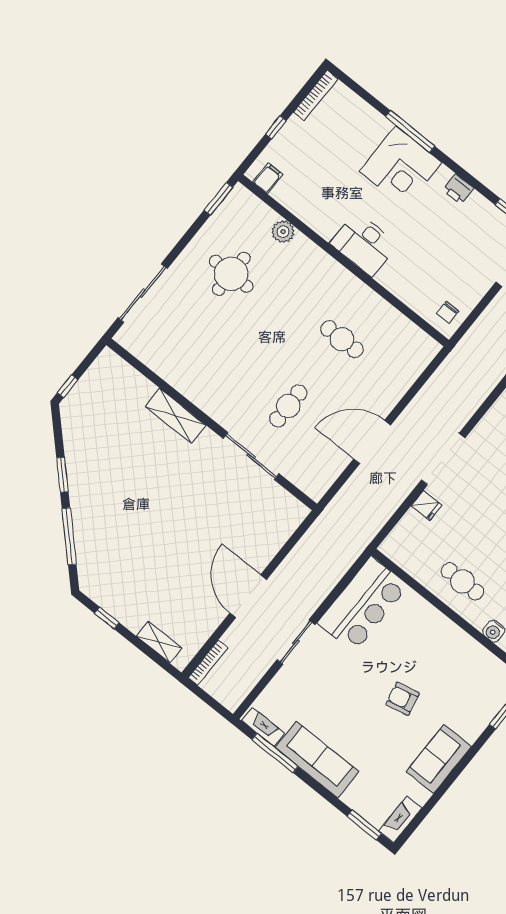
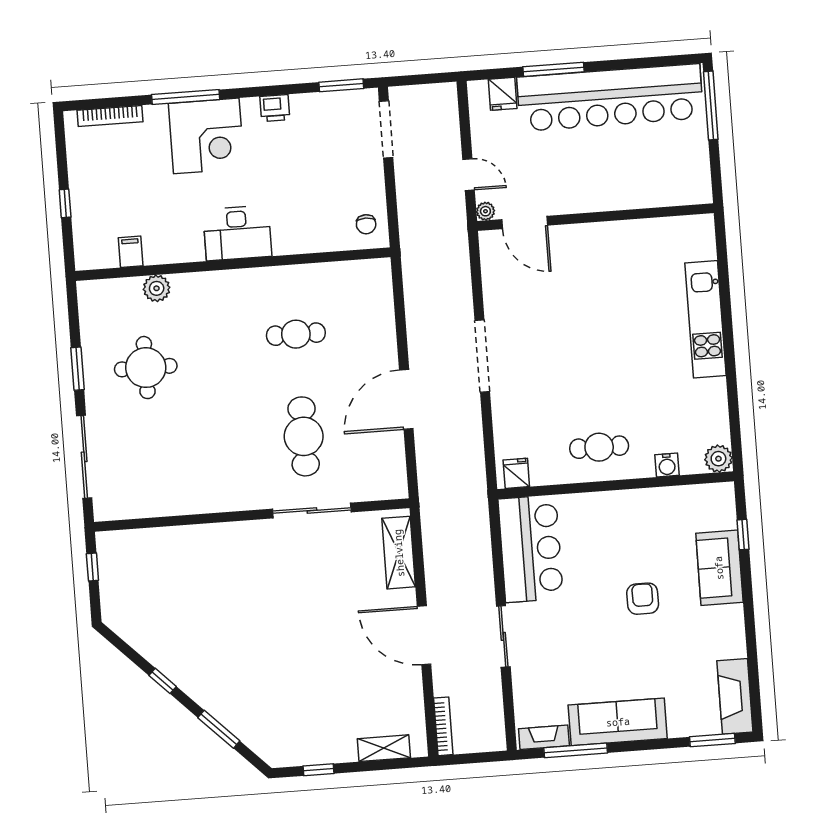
bookcase: (316, 95) -> (110, 116), moved, turned 90
filing cabinet: (268, 178) -> (131, 252), moved
window: (218, 199) -> (77, 369), moved
window: (68, 386) -> (92, 567), moved
cafe table: (288, 406) -> (304, 436), width x1.37, depth x1.35
shelving: (175, 416) -> (399, 553), moved, turned 90
window: (62, 475) -> (163, 681), width x0.67
fridge: (426, 506) -> (516, 473), moved, turned -90
window: (69, 536) -> (219, 729), width x0.69
armchair: (403, 699) -> (643, 599), turned 102
sofa: (439, 759) -> (719, 568), moved
fireplace: (400, 820) -> (735, 696), width x1.37, depth x1.32

